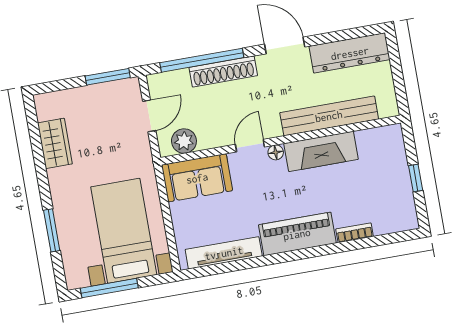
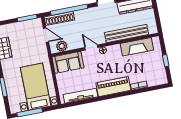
shoe rack: (223, 71) -> (59, 18), moved
door: (149, 116) -> (46, 35), hinge flipped
door: (250, 146) -> (91, 48), hinge flipped
fireplace: (321, 151) -> (137, 47), moved

